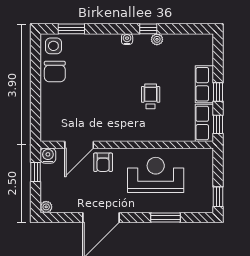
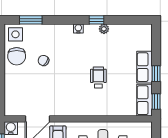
chair: (86, 76) -> (44, 61), added

